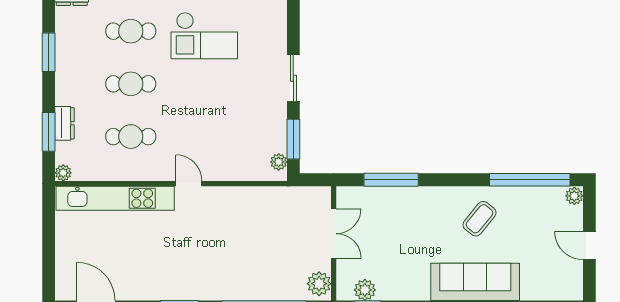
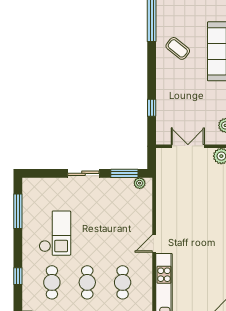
window: (391, 180) -> (152, 108), width x0.46

